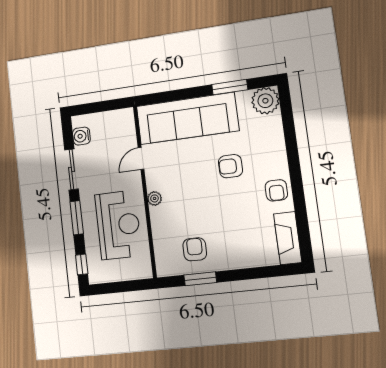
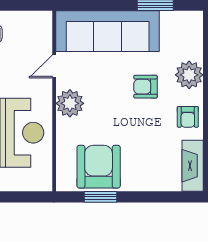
plant: (265, 101) -> (189, 75), moved
plant: (155, 198) -> (70, 103), width x1.88, depth x1.88
armchair: (195, 249) -> (99, 167), width x1.88, depth x1.88

